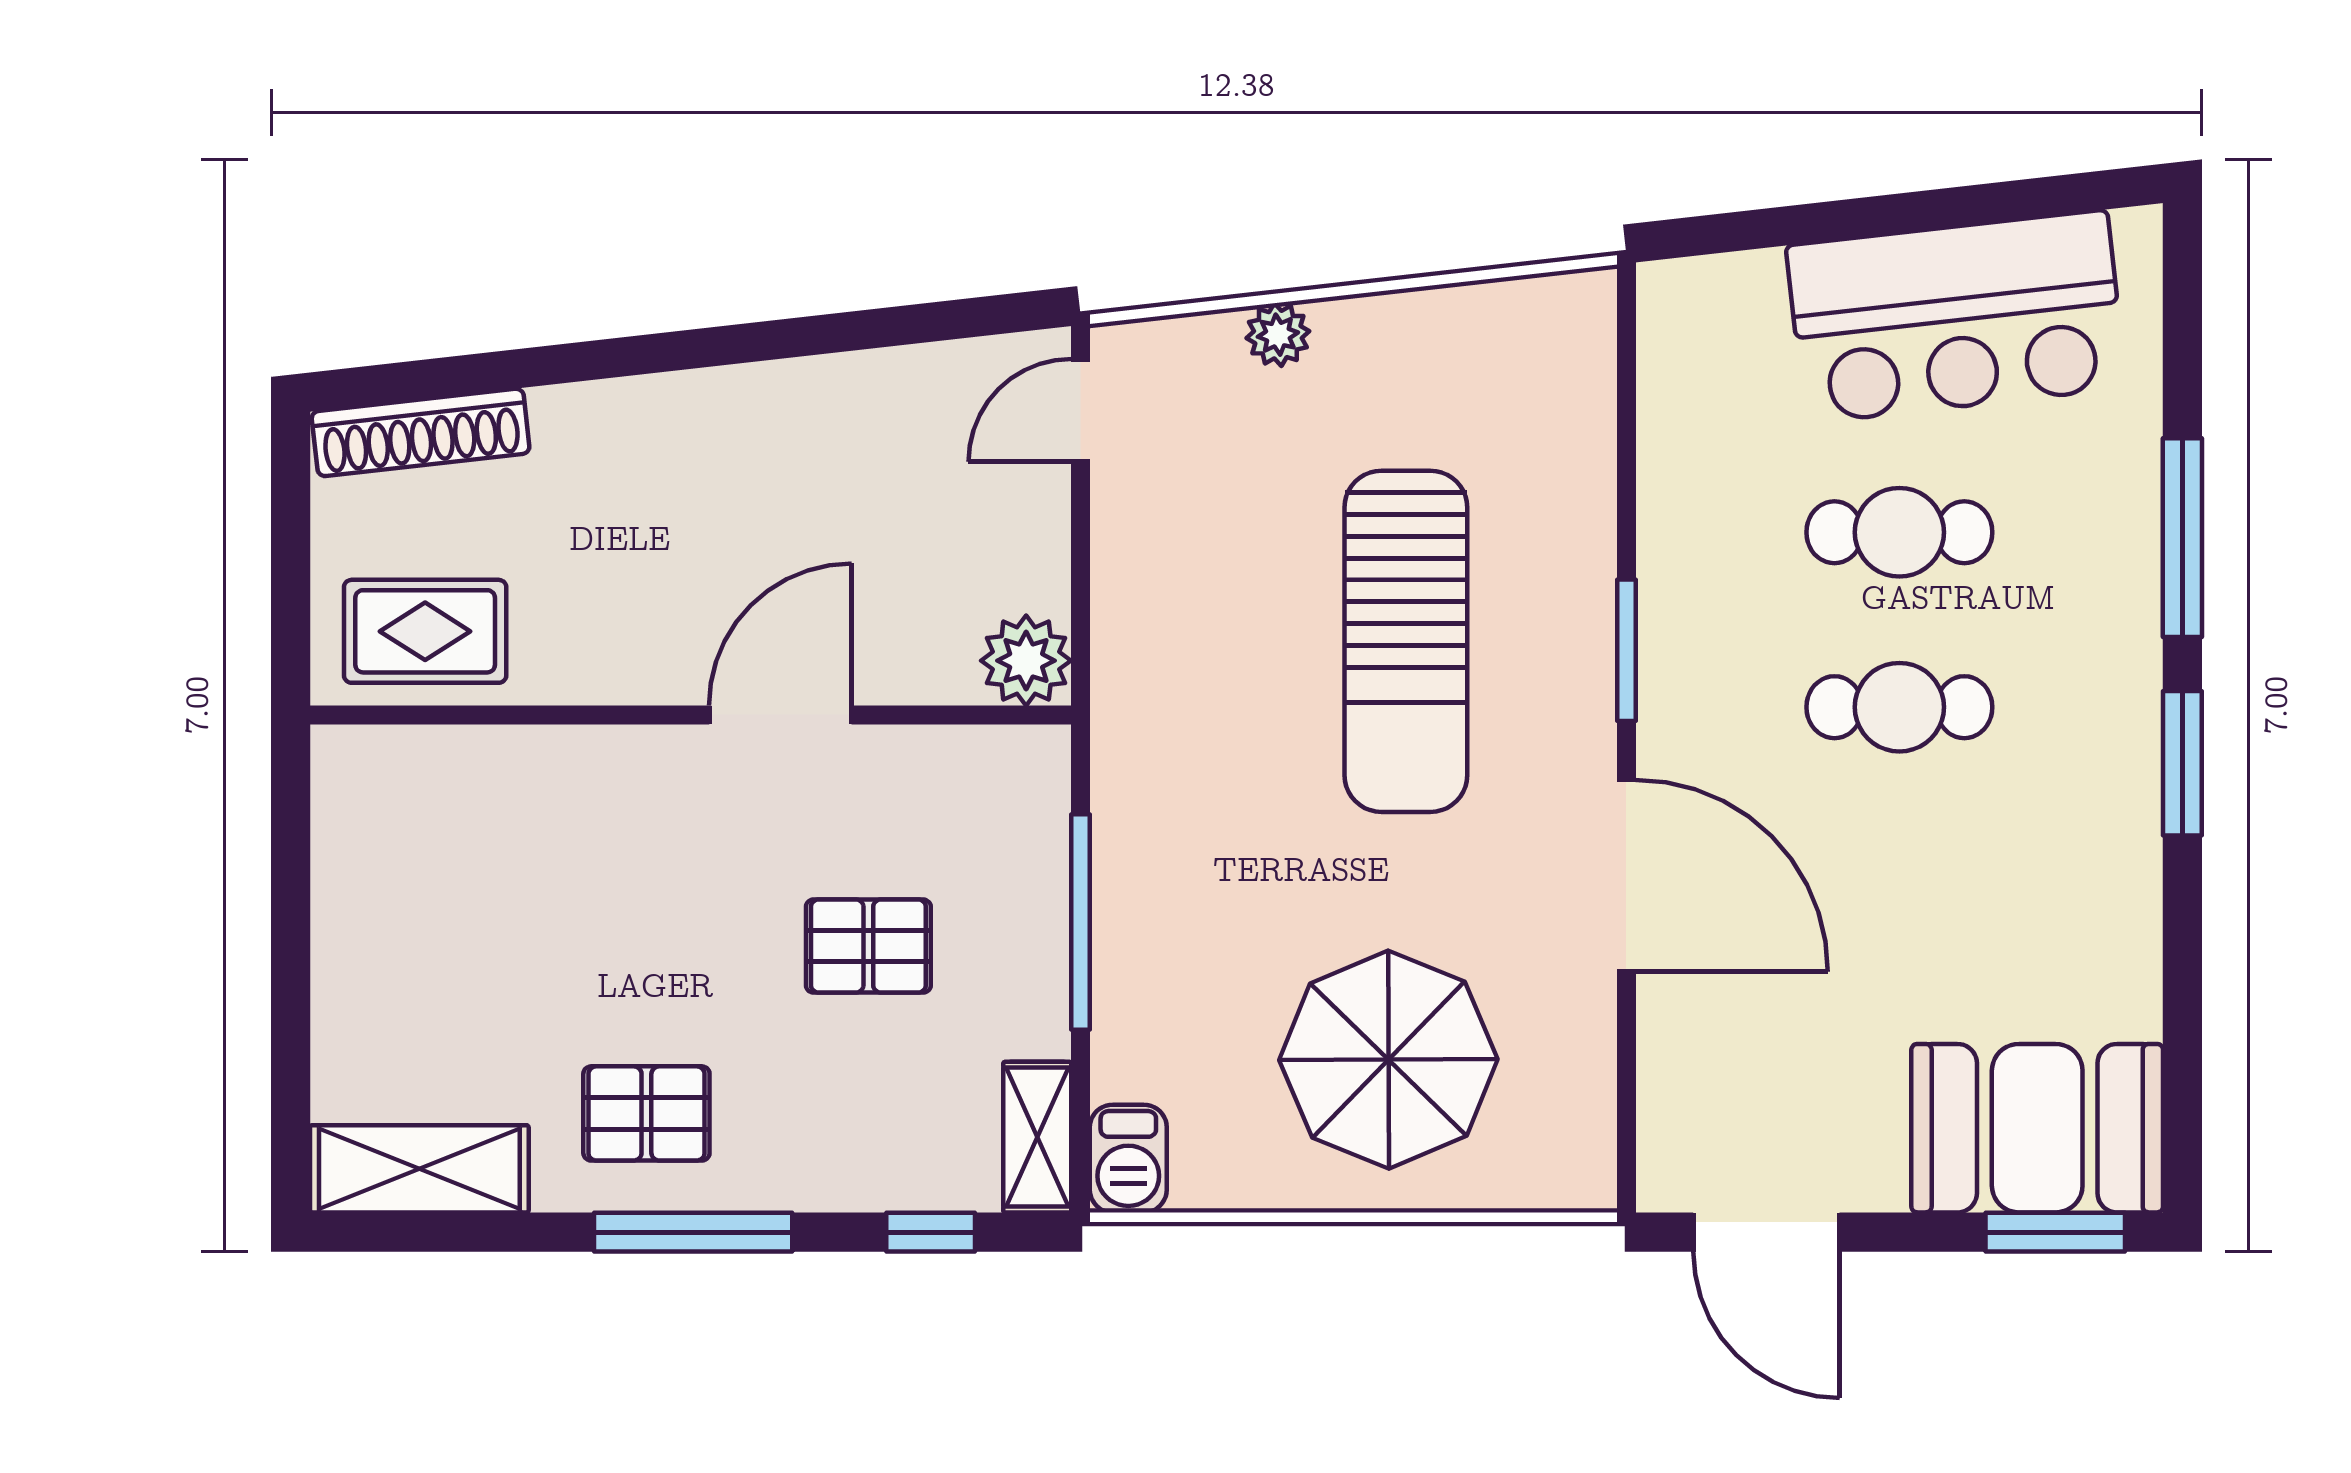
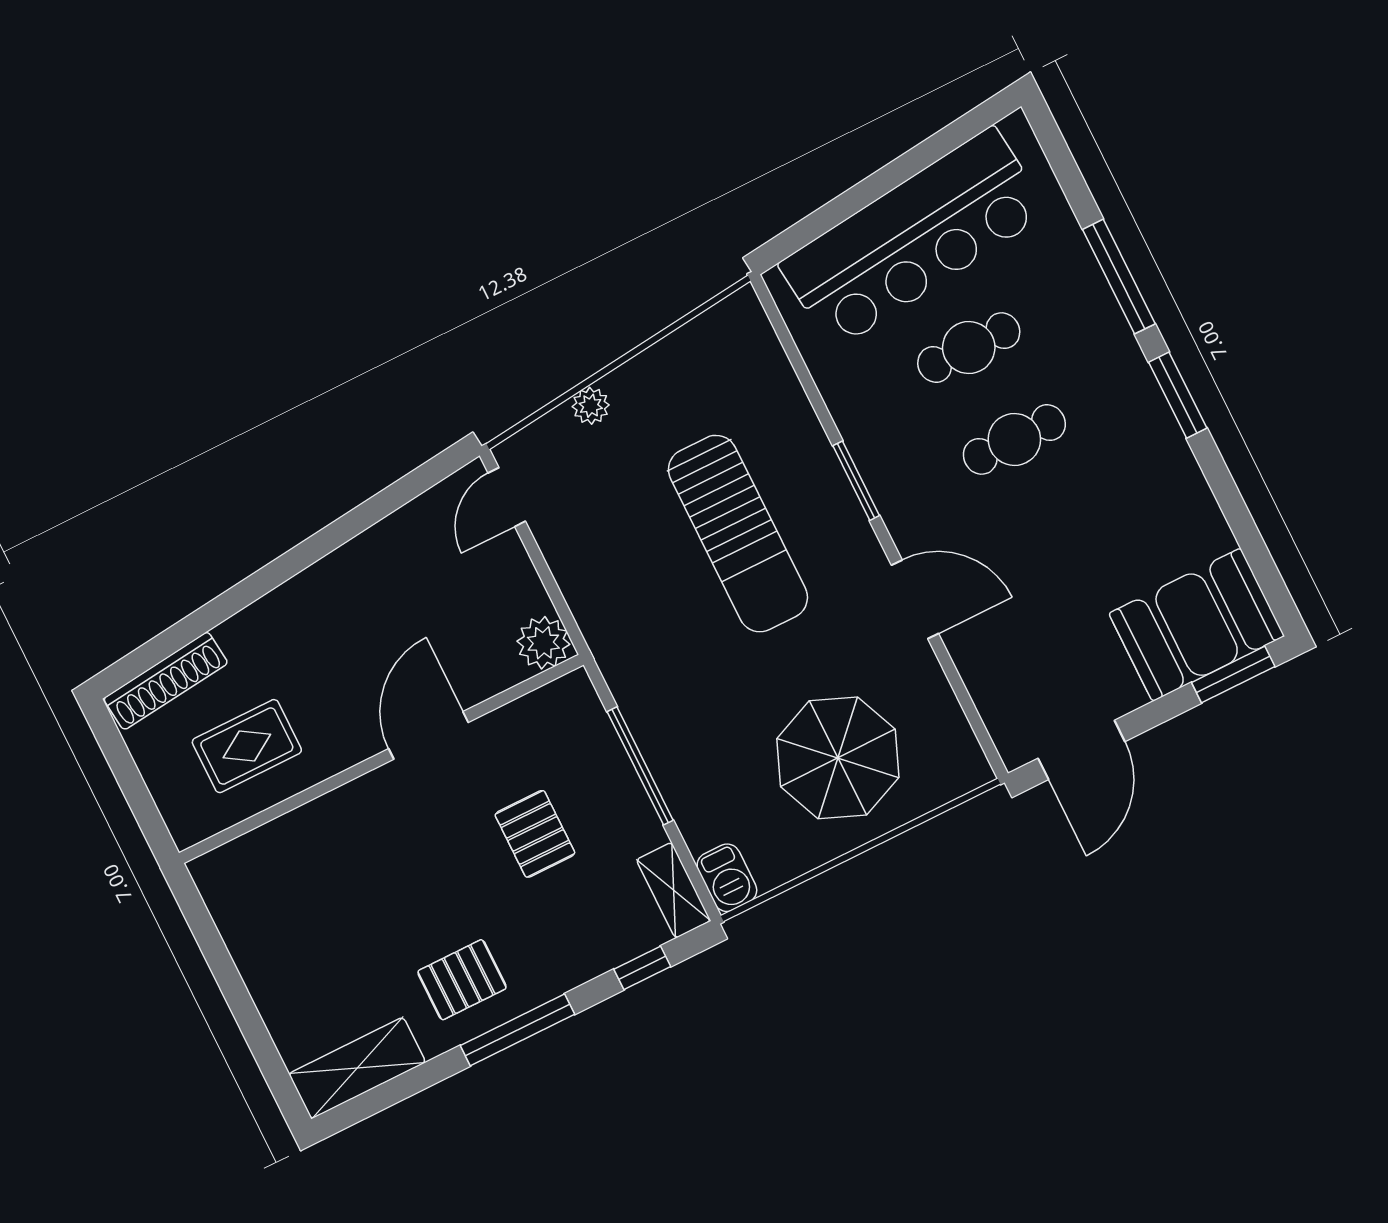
bar counter: (1956, 317) -> (913, 238), width x1.36
rug: (425, 631) -> (247, 746), moved
door: (1626, 876) -> (915, 599), width x0.73
pallet: (868, 946) -> (535, 834), turned 90
door: (1766, 1232) -> (1081, 750), hinge flipped

